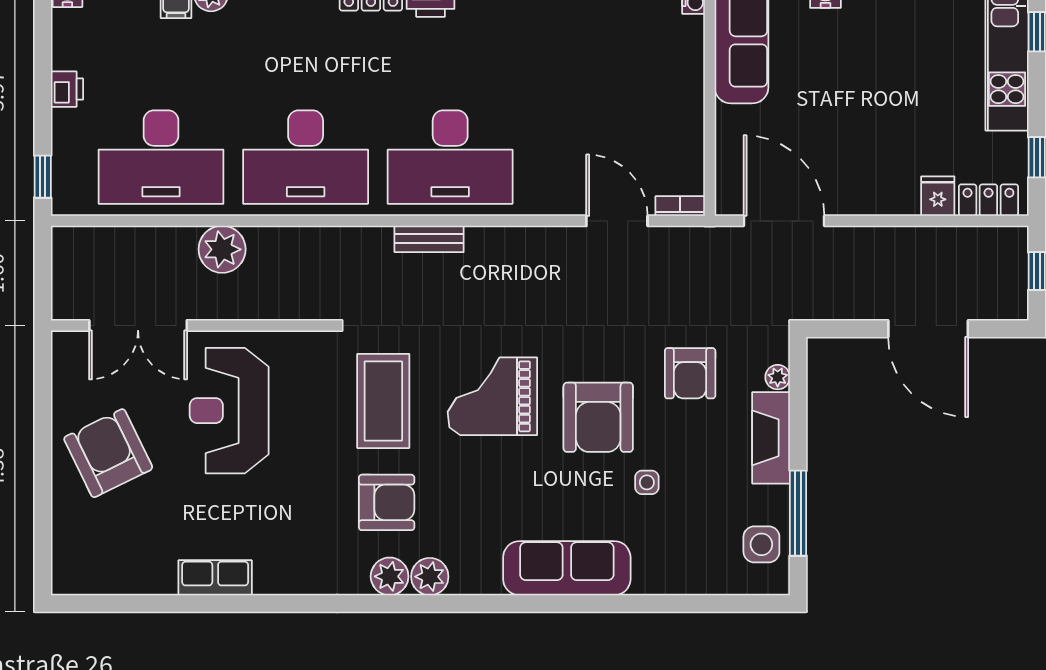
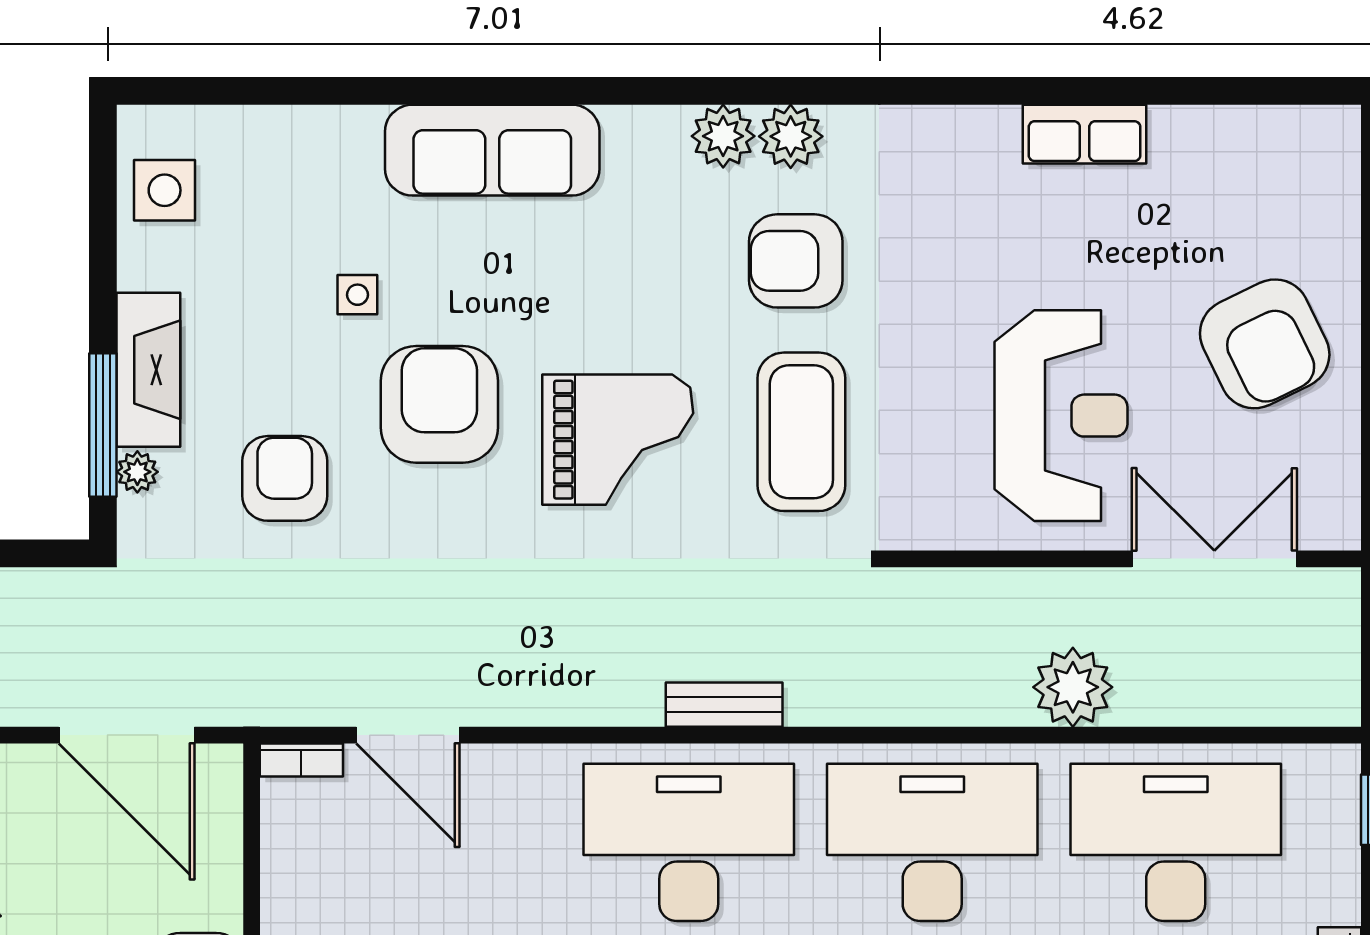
window: (798, 513) -> (103, 425), moved

